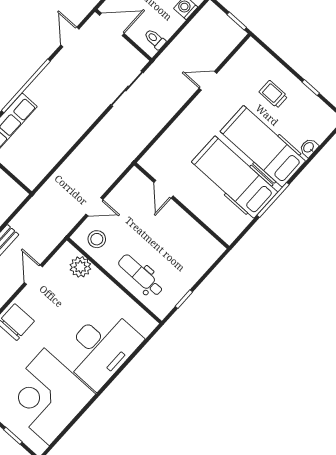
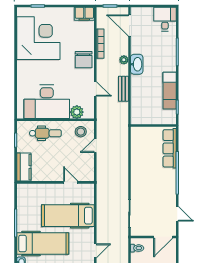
hospital bed: (235, 177) -> (68, 216), moved, turned 180
kitchen counter: (203, 258) -> (24, 167), added
desk: (101, 348) -> (47, 102), moved, turned -90

